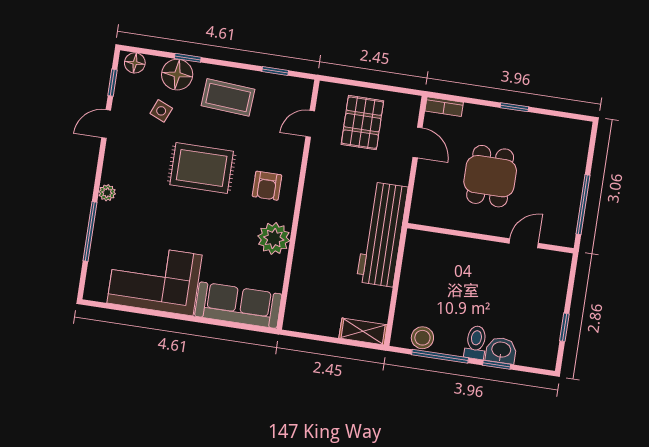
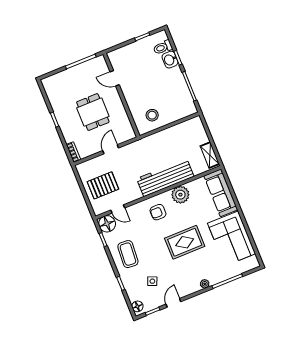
floor lamp: (177, 75) -> (107, 224), moved
door: (106, 124) -> (173, 303), swing flipped
door: (417, 142) -> (111, 149), moved
rug: (202, 168) -> (185, 242), moved, turned 90
dining table: (490, 176) -> (93, 112), turned 90
armchair: (267, 186) -> (158, 212), turned 180
workbench: (382, 234) -> (165, 178), moved, turned 180
shelving: (363, 331) -> (210, 155), moved
stool: (422, 338) -> (152, 115), moved
toilet: (476, 342) -> (163, 47), moved

